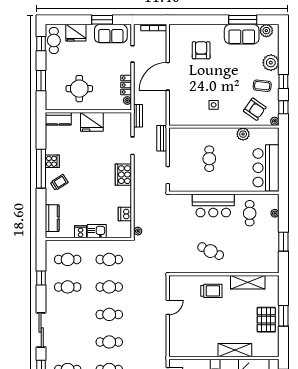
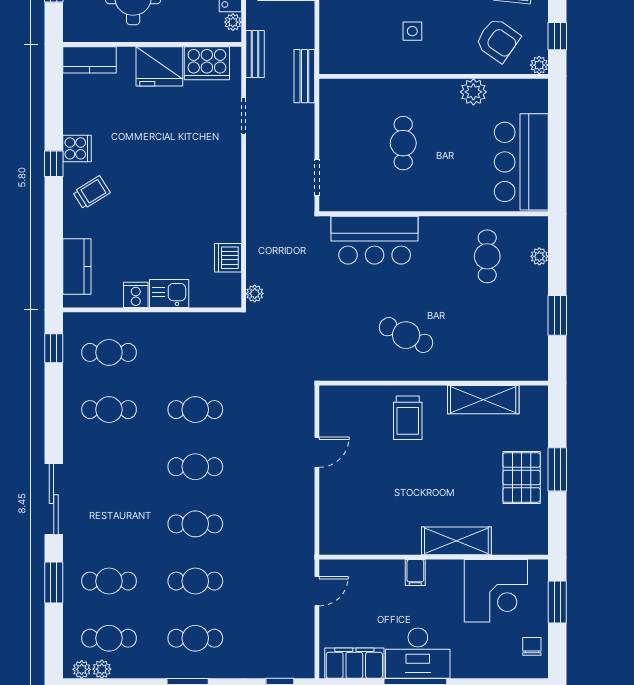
bench: (162, 138) -> (304, 76), moved
window: (41, 169) -> (54, 164), width x0.32
cooker: (123, 175) -> (207, 63), moved, turned -90
bar counter: (213, 205) -> (375, 240), moved
cafe table: (109, 259) -> (195, 352), removed
window: (41, 278) -> (54, 348), moved
trolley: (211, 291) -> (408, 418), turned 90

